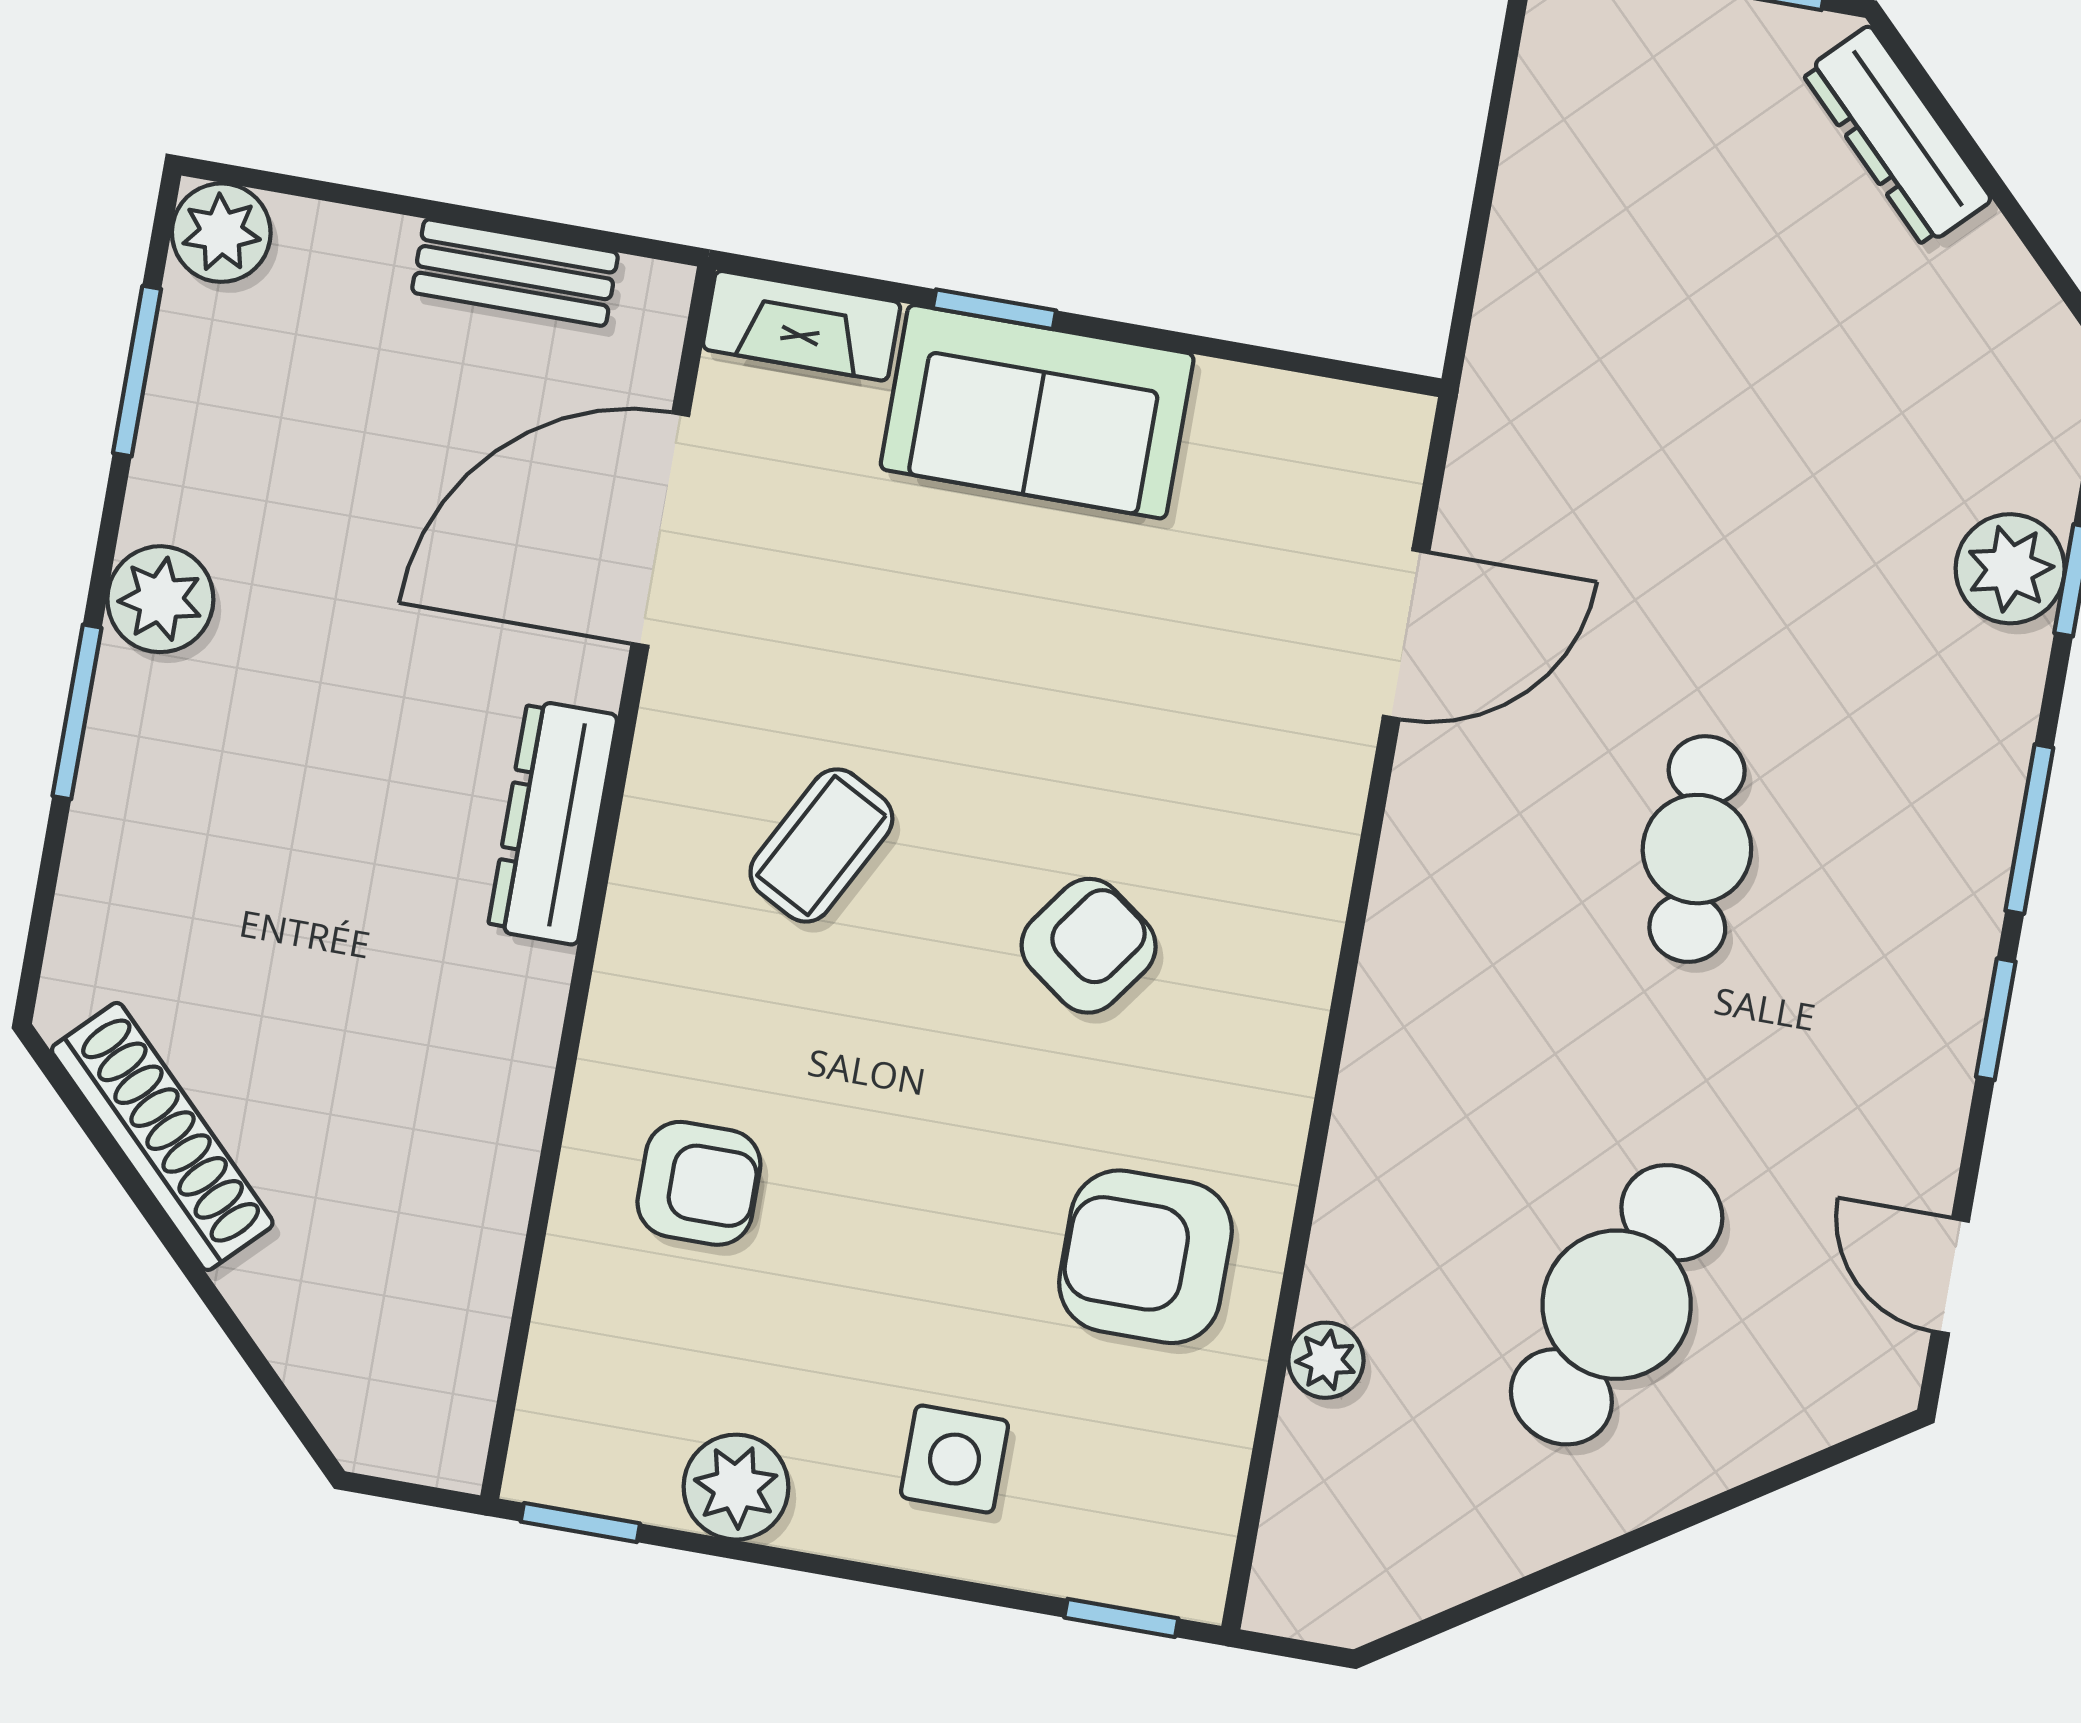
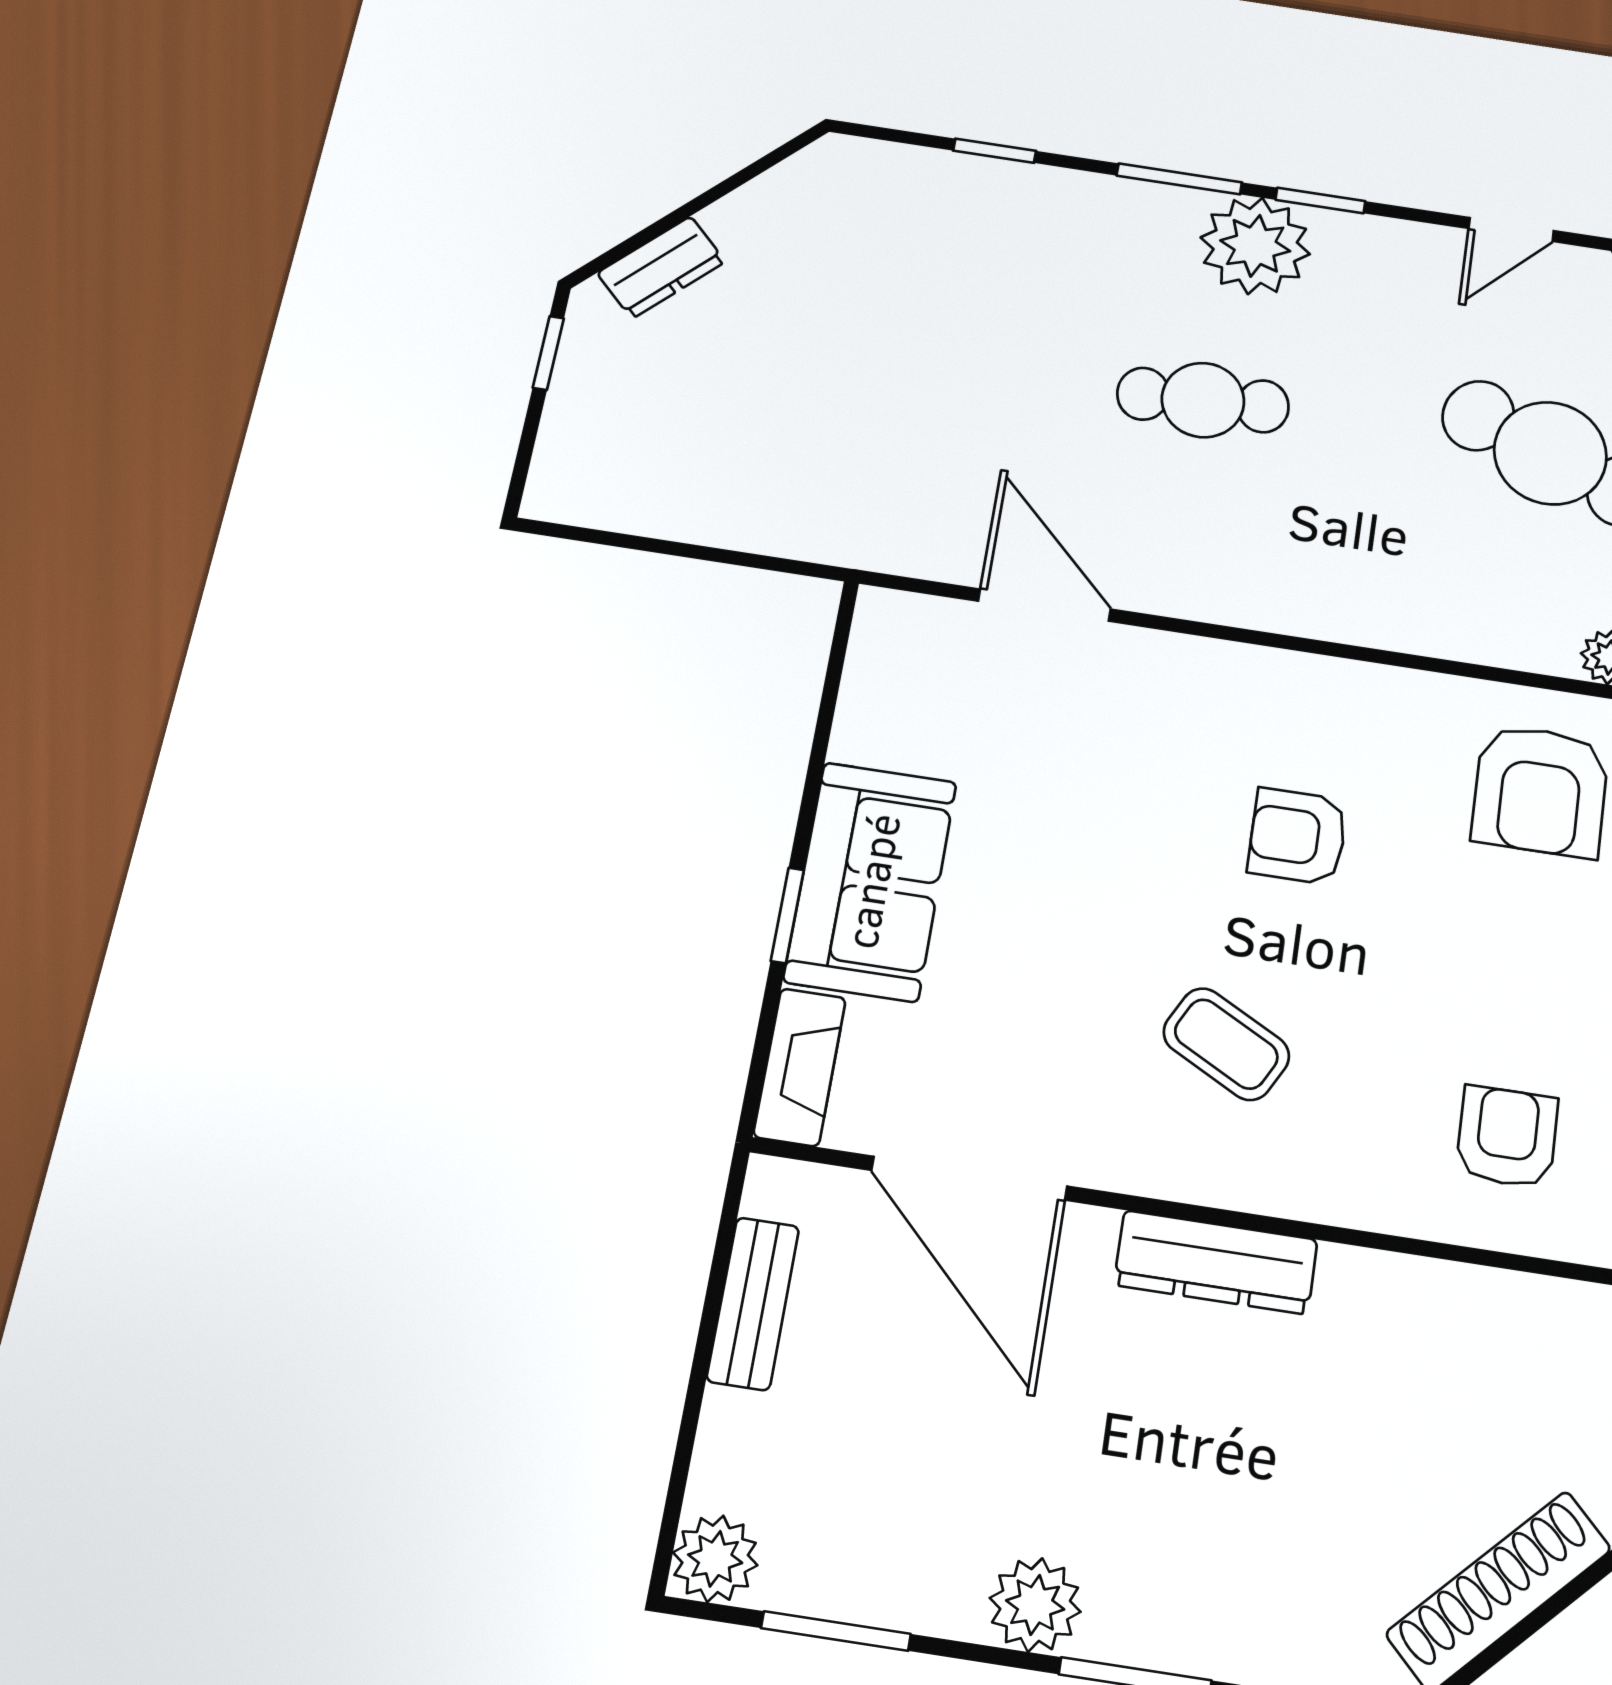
dresser: (1897, 136) -> (661, 267), width x0.70
plant: (2010, 569) -> (1255, 246), moved, width x1.36, depth x1.36
armchair: (1089, 946) -> (1298, 836), turned -36

